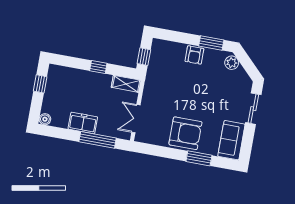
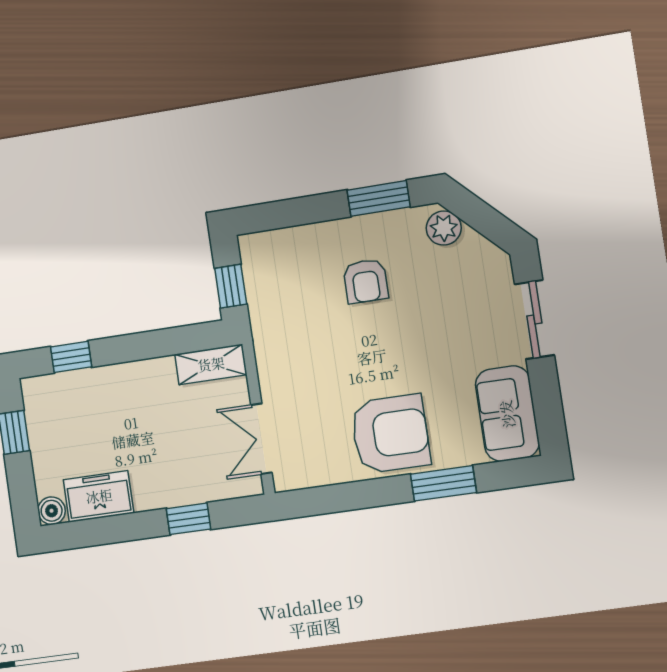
armchair: (194, 55) -> (366, 281), moved
window: (98, 67) -> (71, 357), moved
freezer: (83, 123) -> (99, 496), moved
window: (98, 140) -> (188, 519), width x0.46

